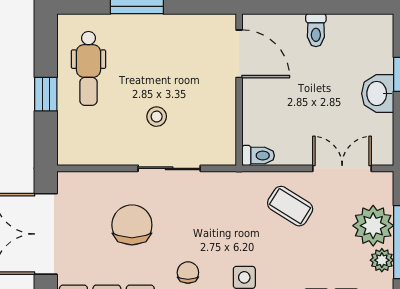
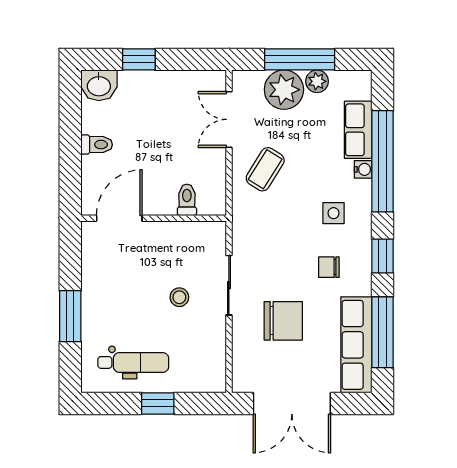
washbasin: (378, 94) -> (99, 85), moved
toilet: (258, 156) -> (187, 200), moved
chair: (132, 225) -> (283, 321), turned 180

